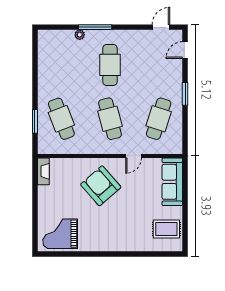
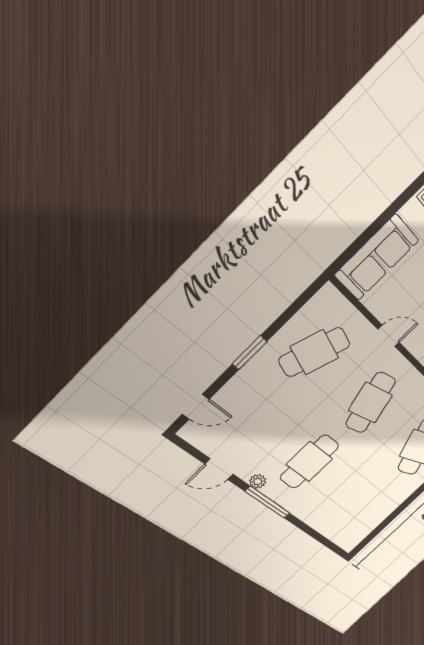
window: (95, 27) -> (268, 502), moved
door: (161, 27) -> (219, 469), moved
plant: (80, 35) -> (258, 481), moved

